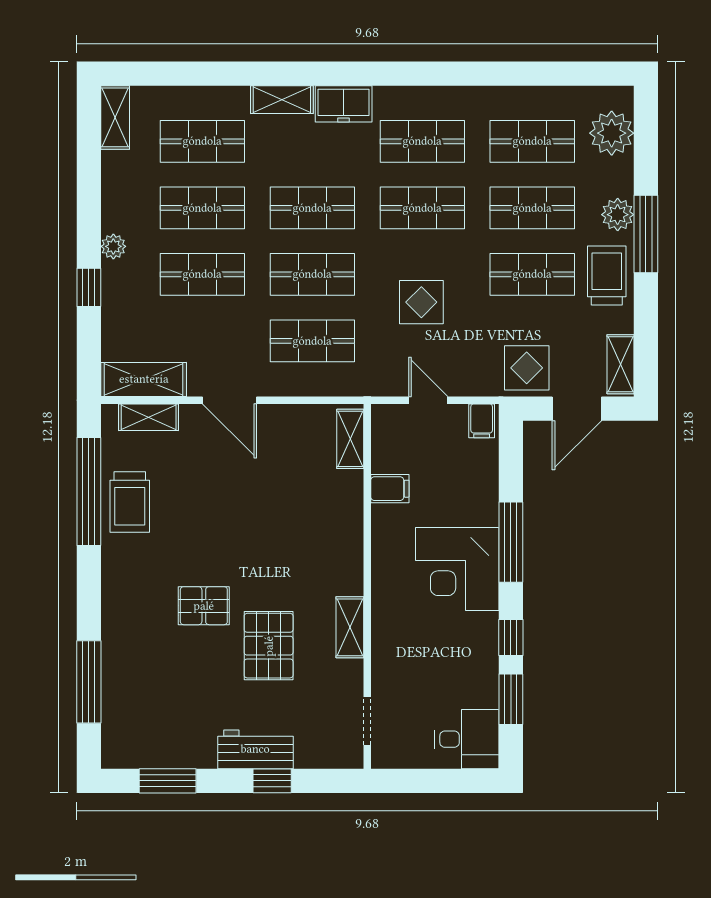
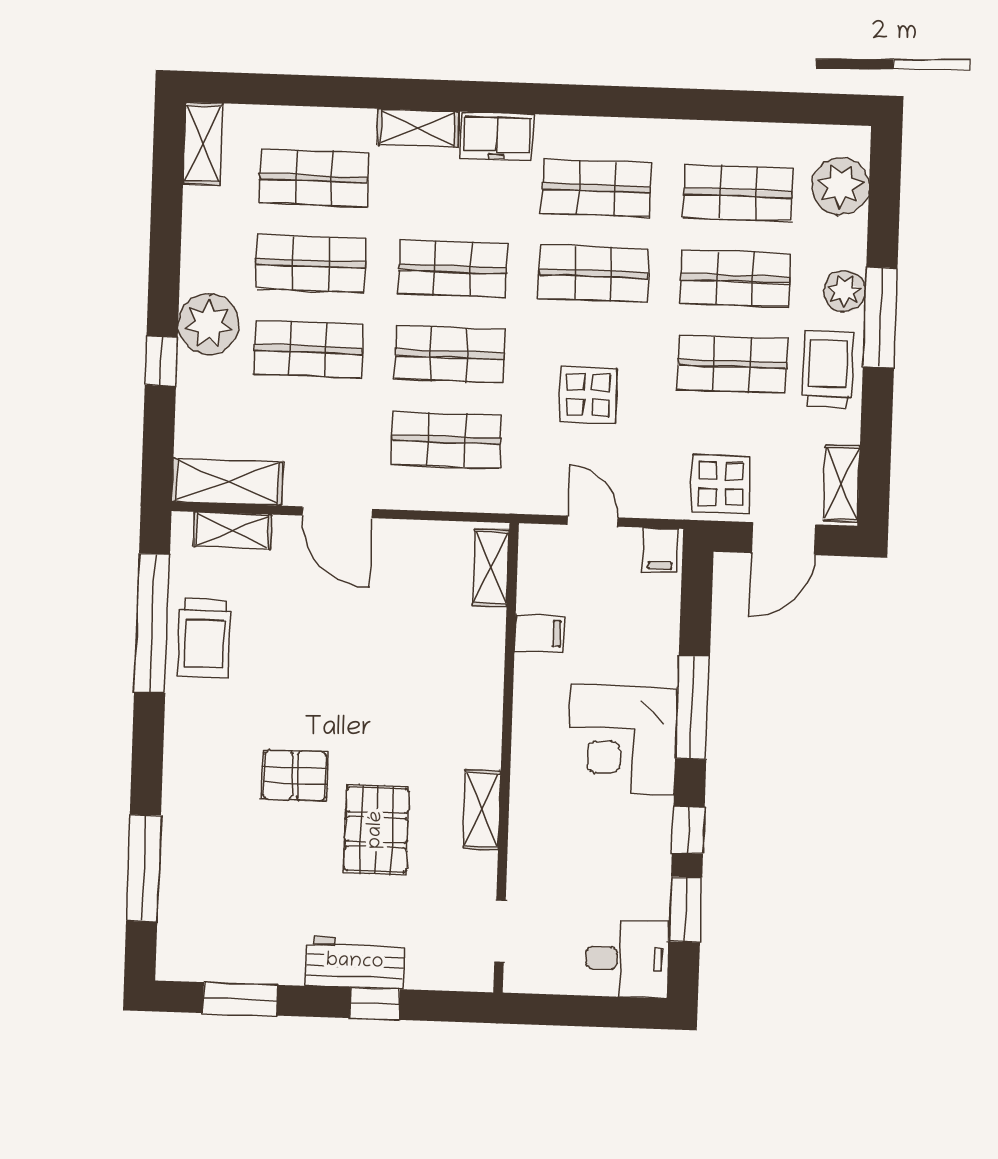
plant: (113, 246) -> (208, 324), width x1.87, depth x1.87

